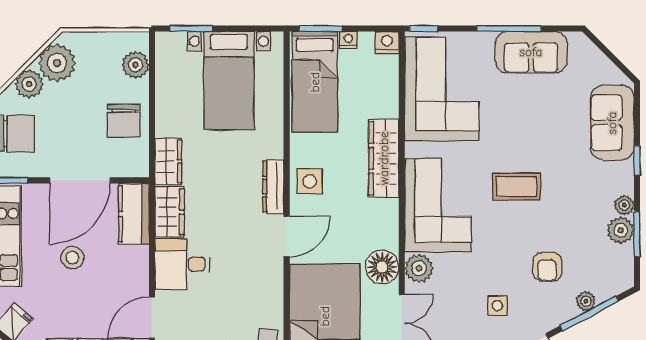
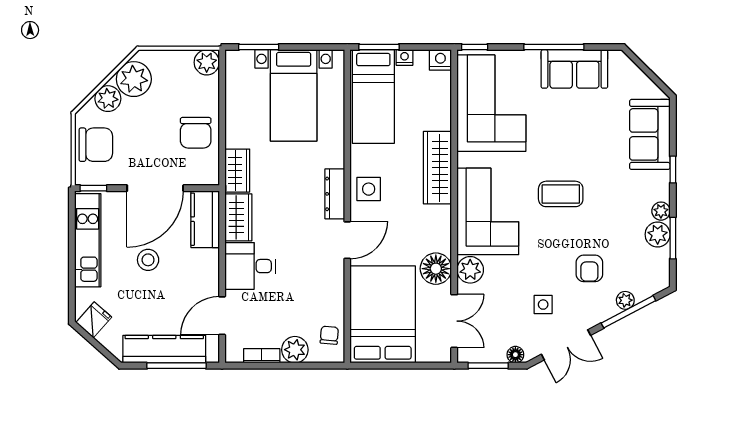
plant: (135, 65) -> (207, 62), moved

